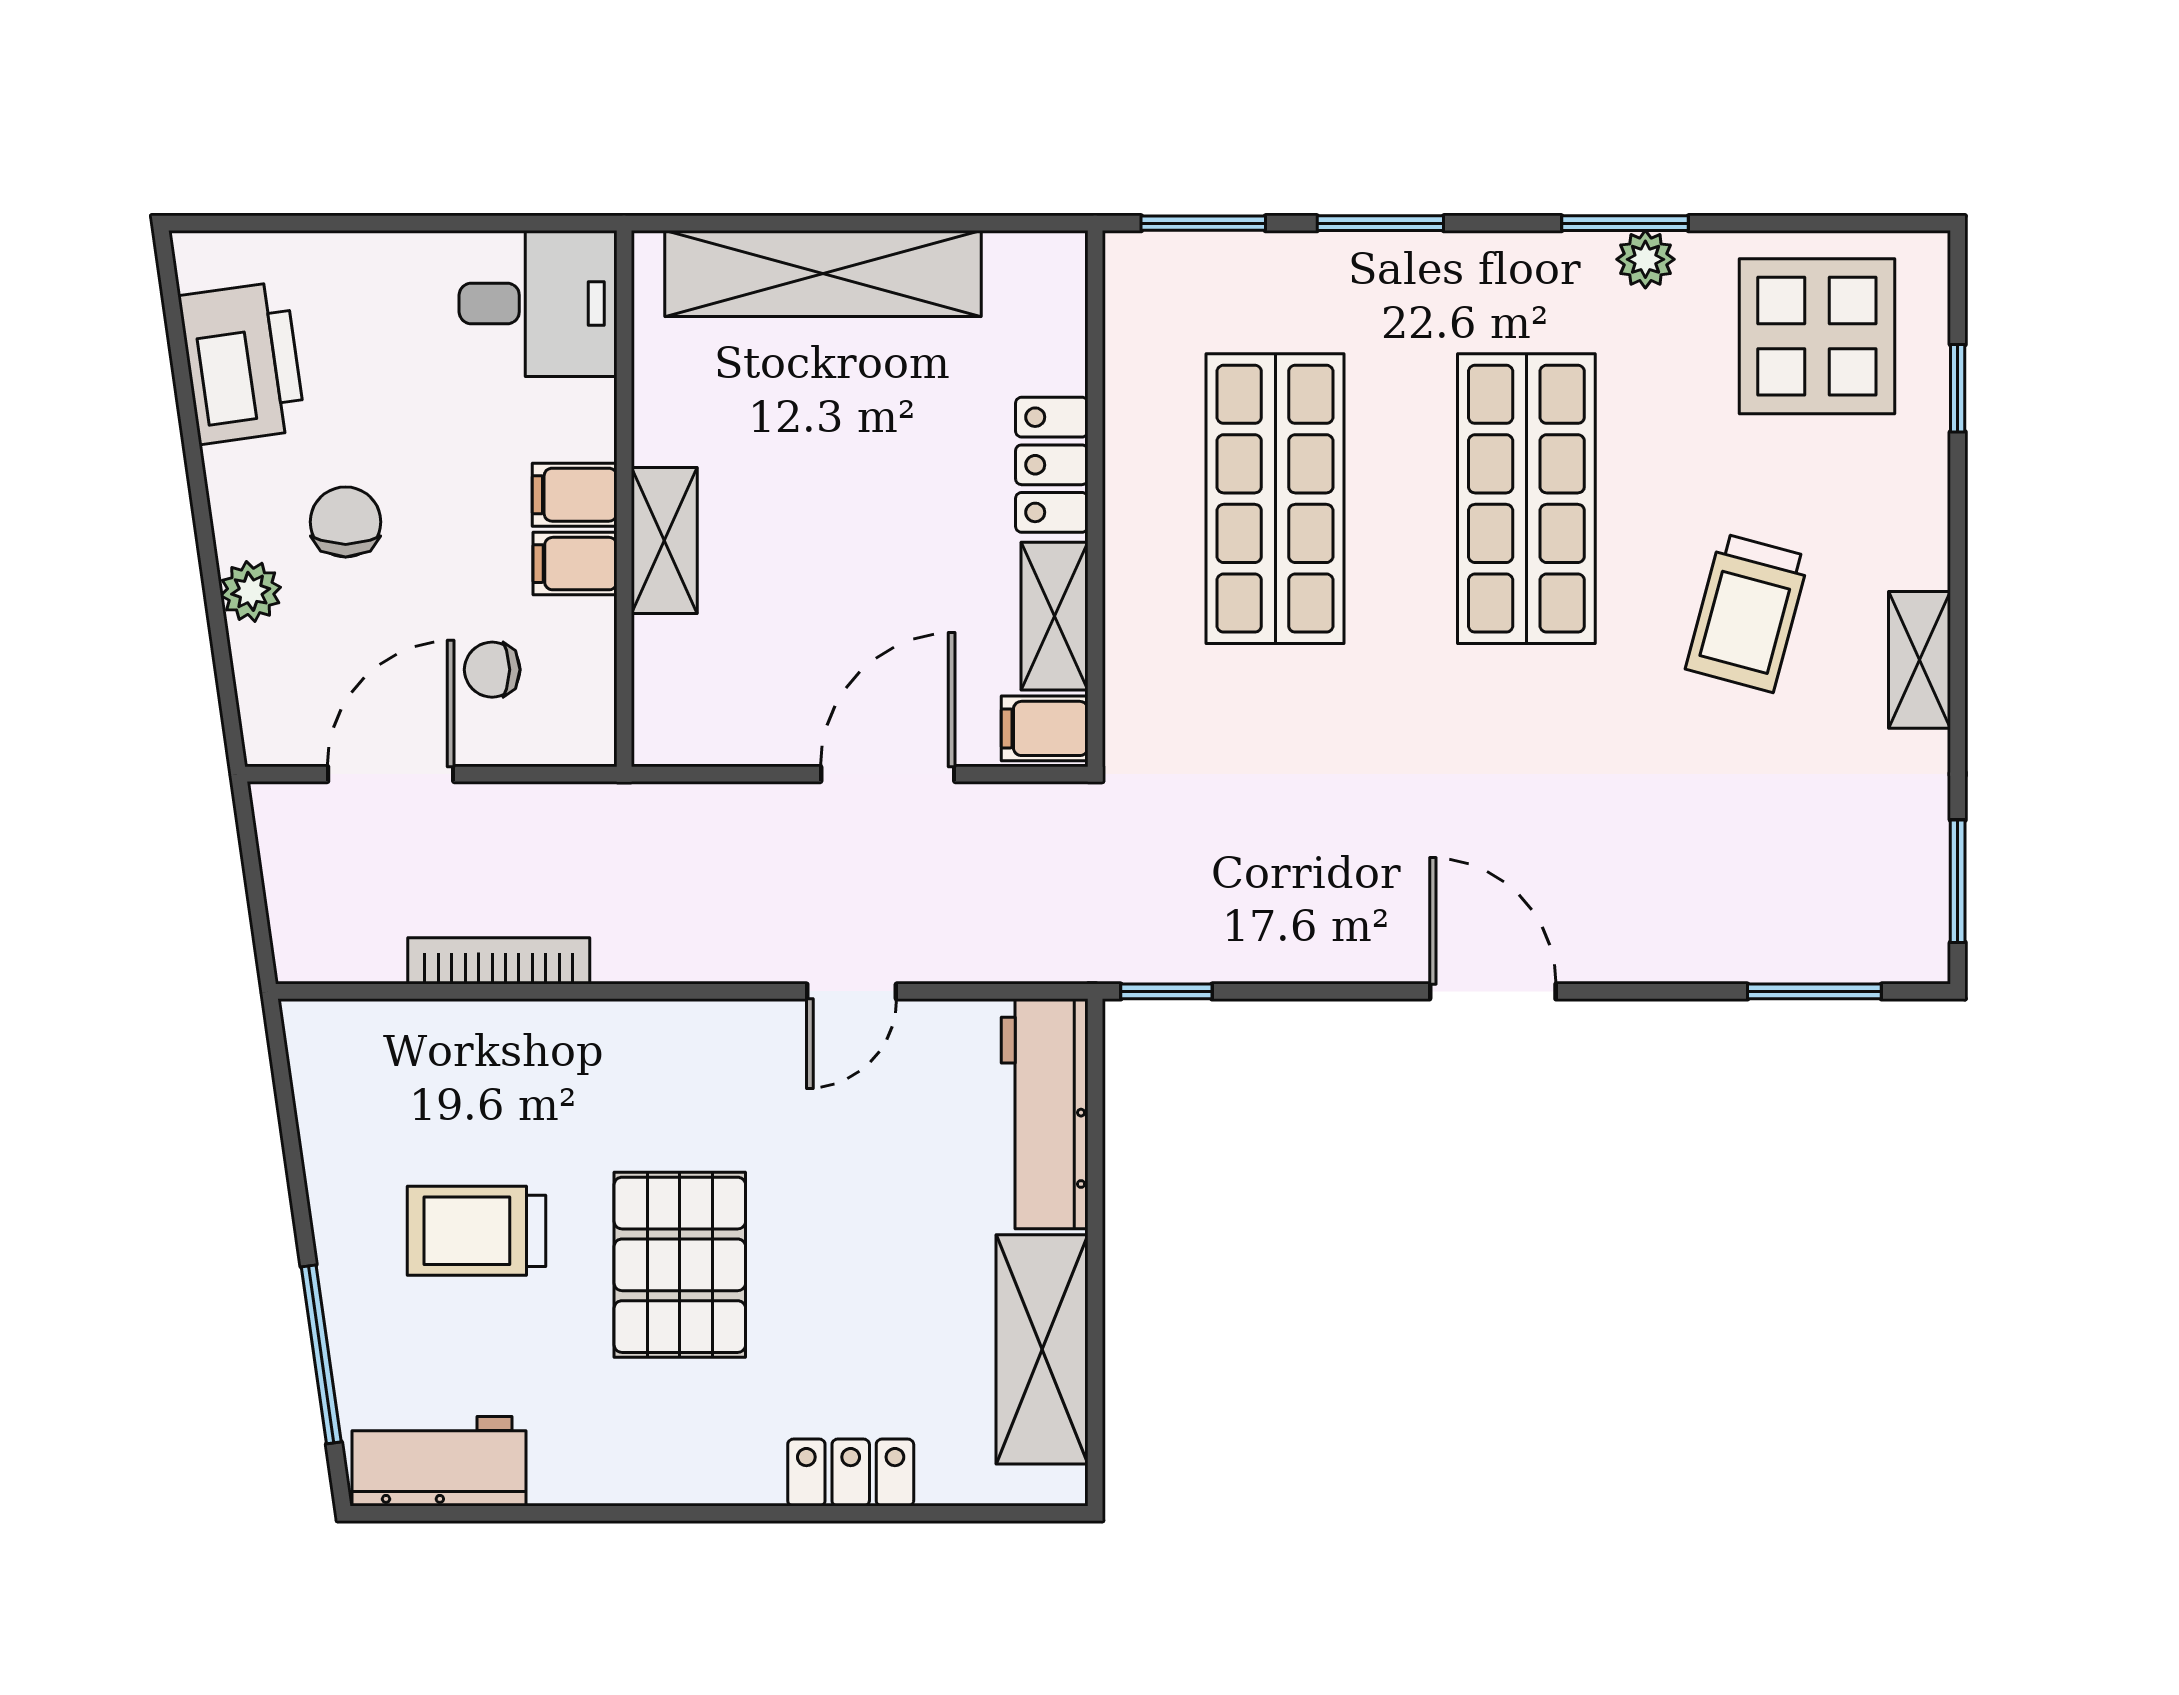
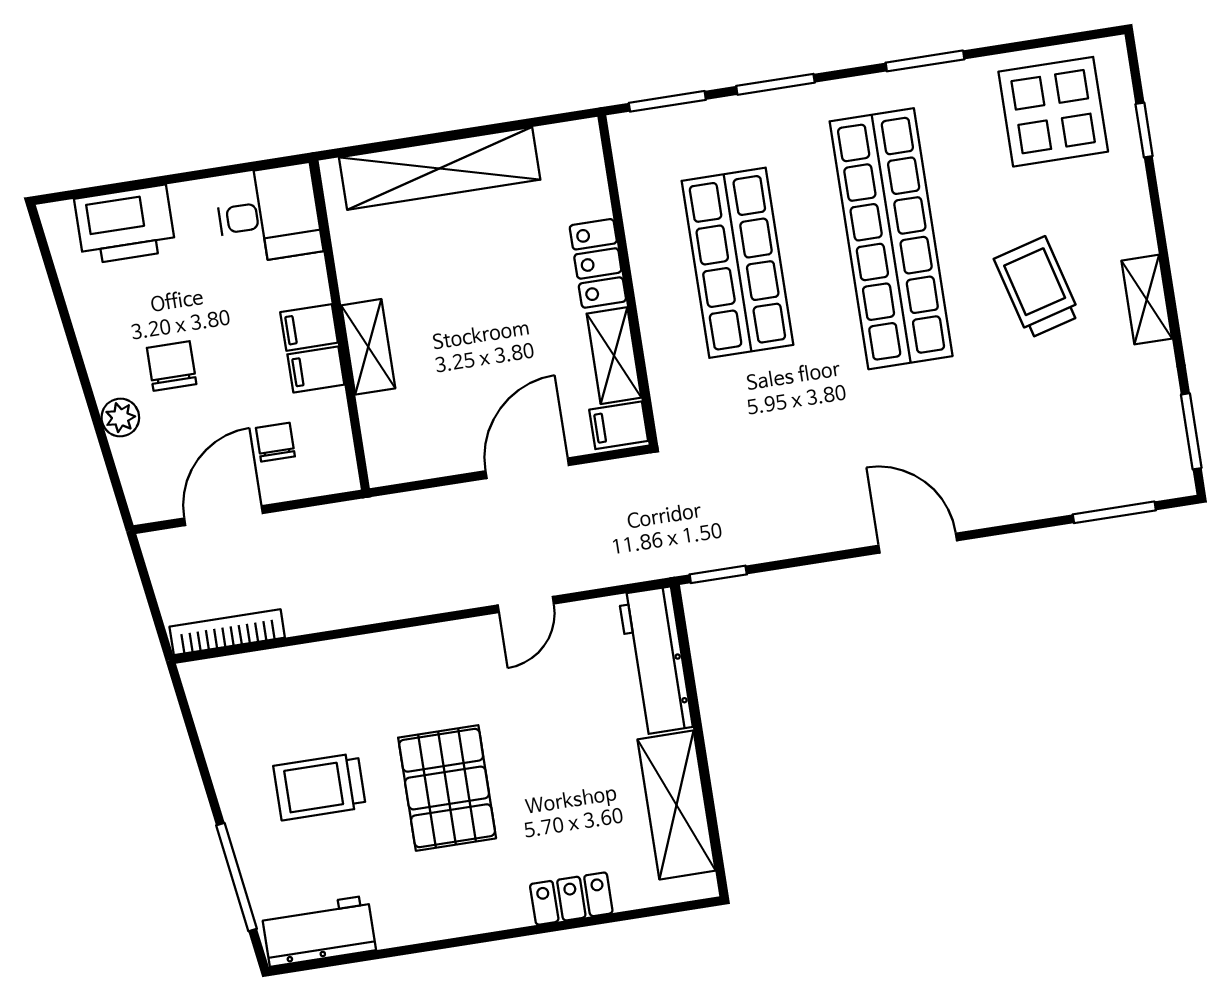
plant: (1645, 259) -> (941, 81), removed
printer: (242, 363) -> (125, 225), moved, turned 98
shop shelf: (1526, 499) -> (891, 239), width x1.40
trolley: (1747, 613) -> (1037, 287), turned 150
chair: (492, 670) -> (275, 442), turned 90
bookcase: (499, 961) -> (227, 632), moved

